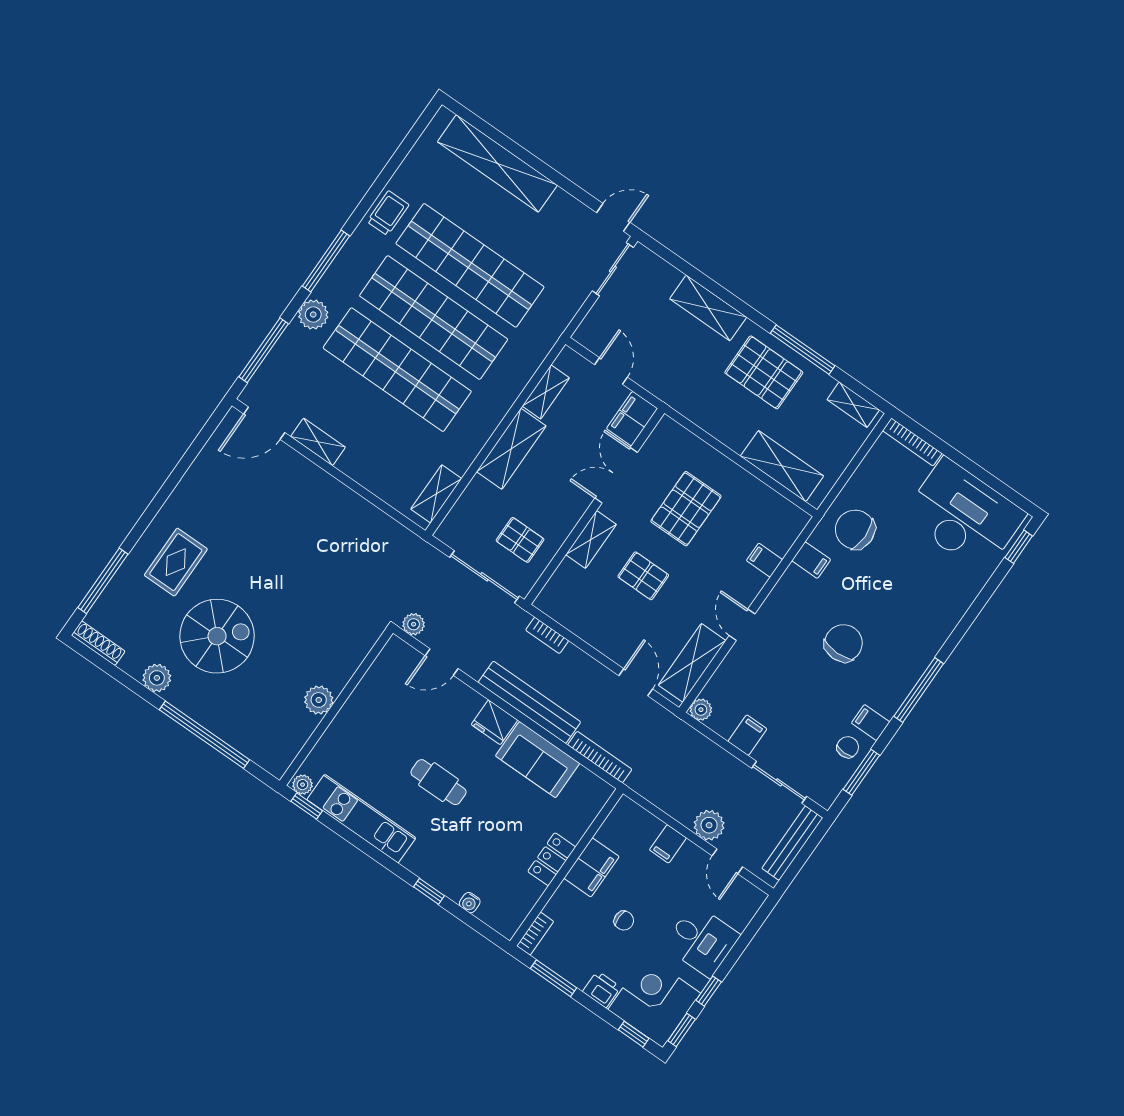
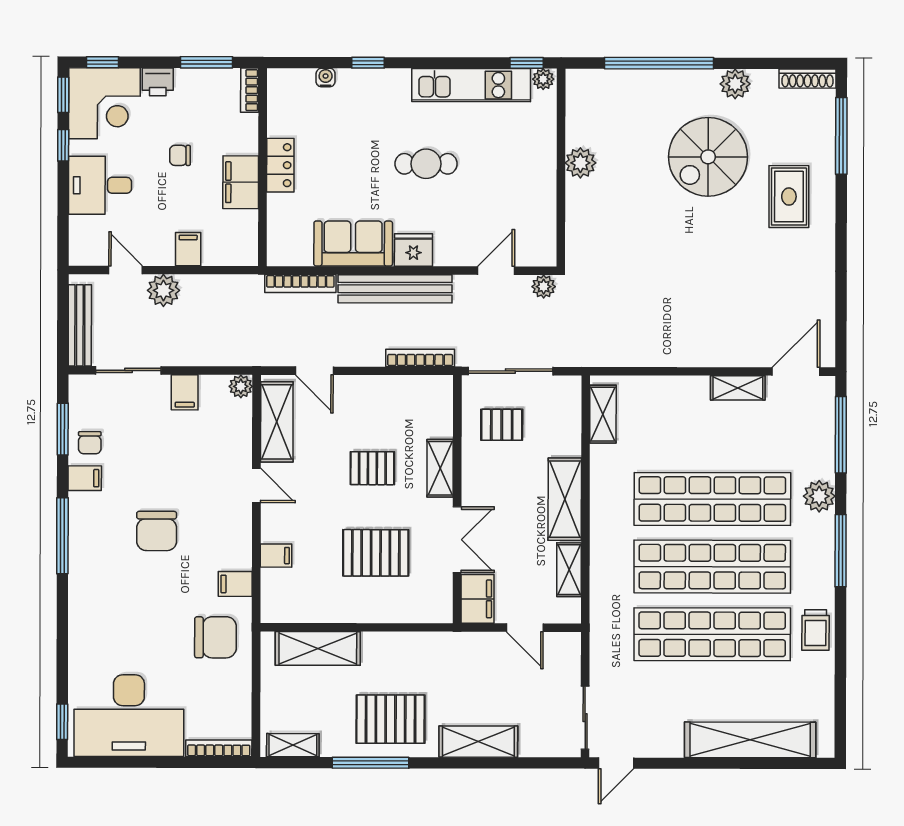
pallet: (686, 509) -> (376, 553), turned 90
bookcase: (547, 635) -> (420, 358), width x1.56

